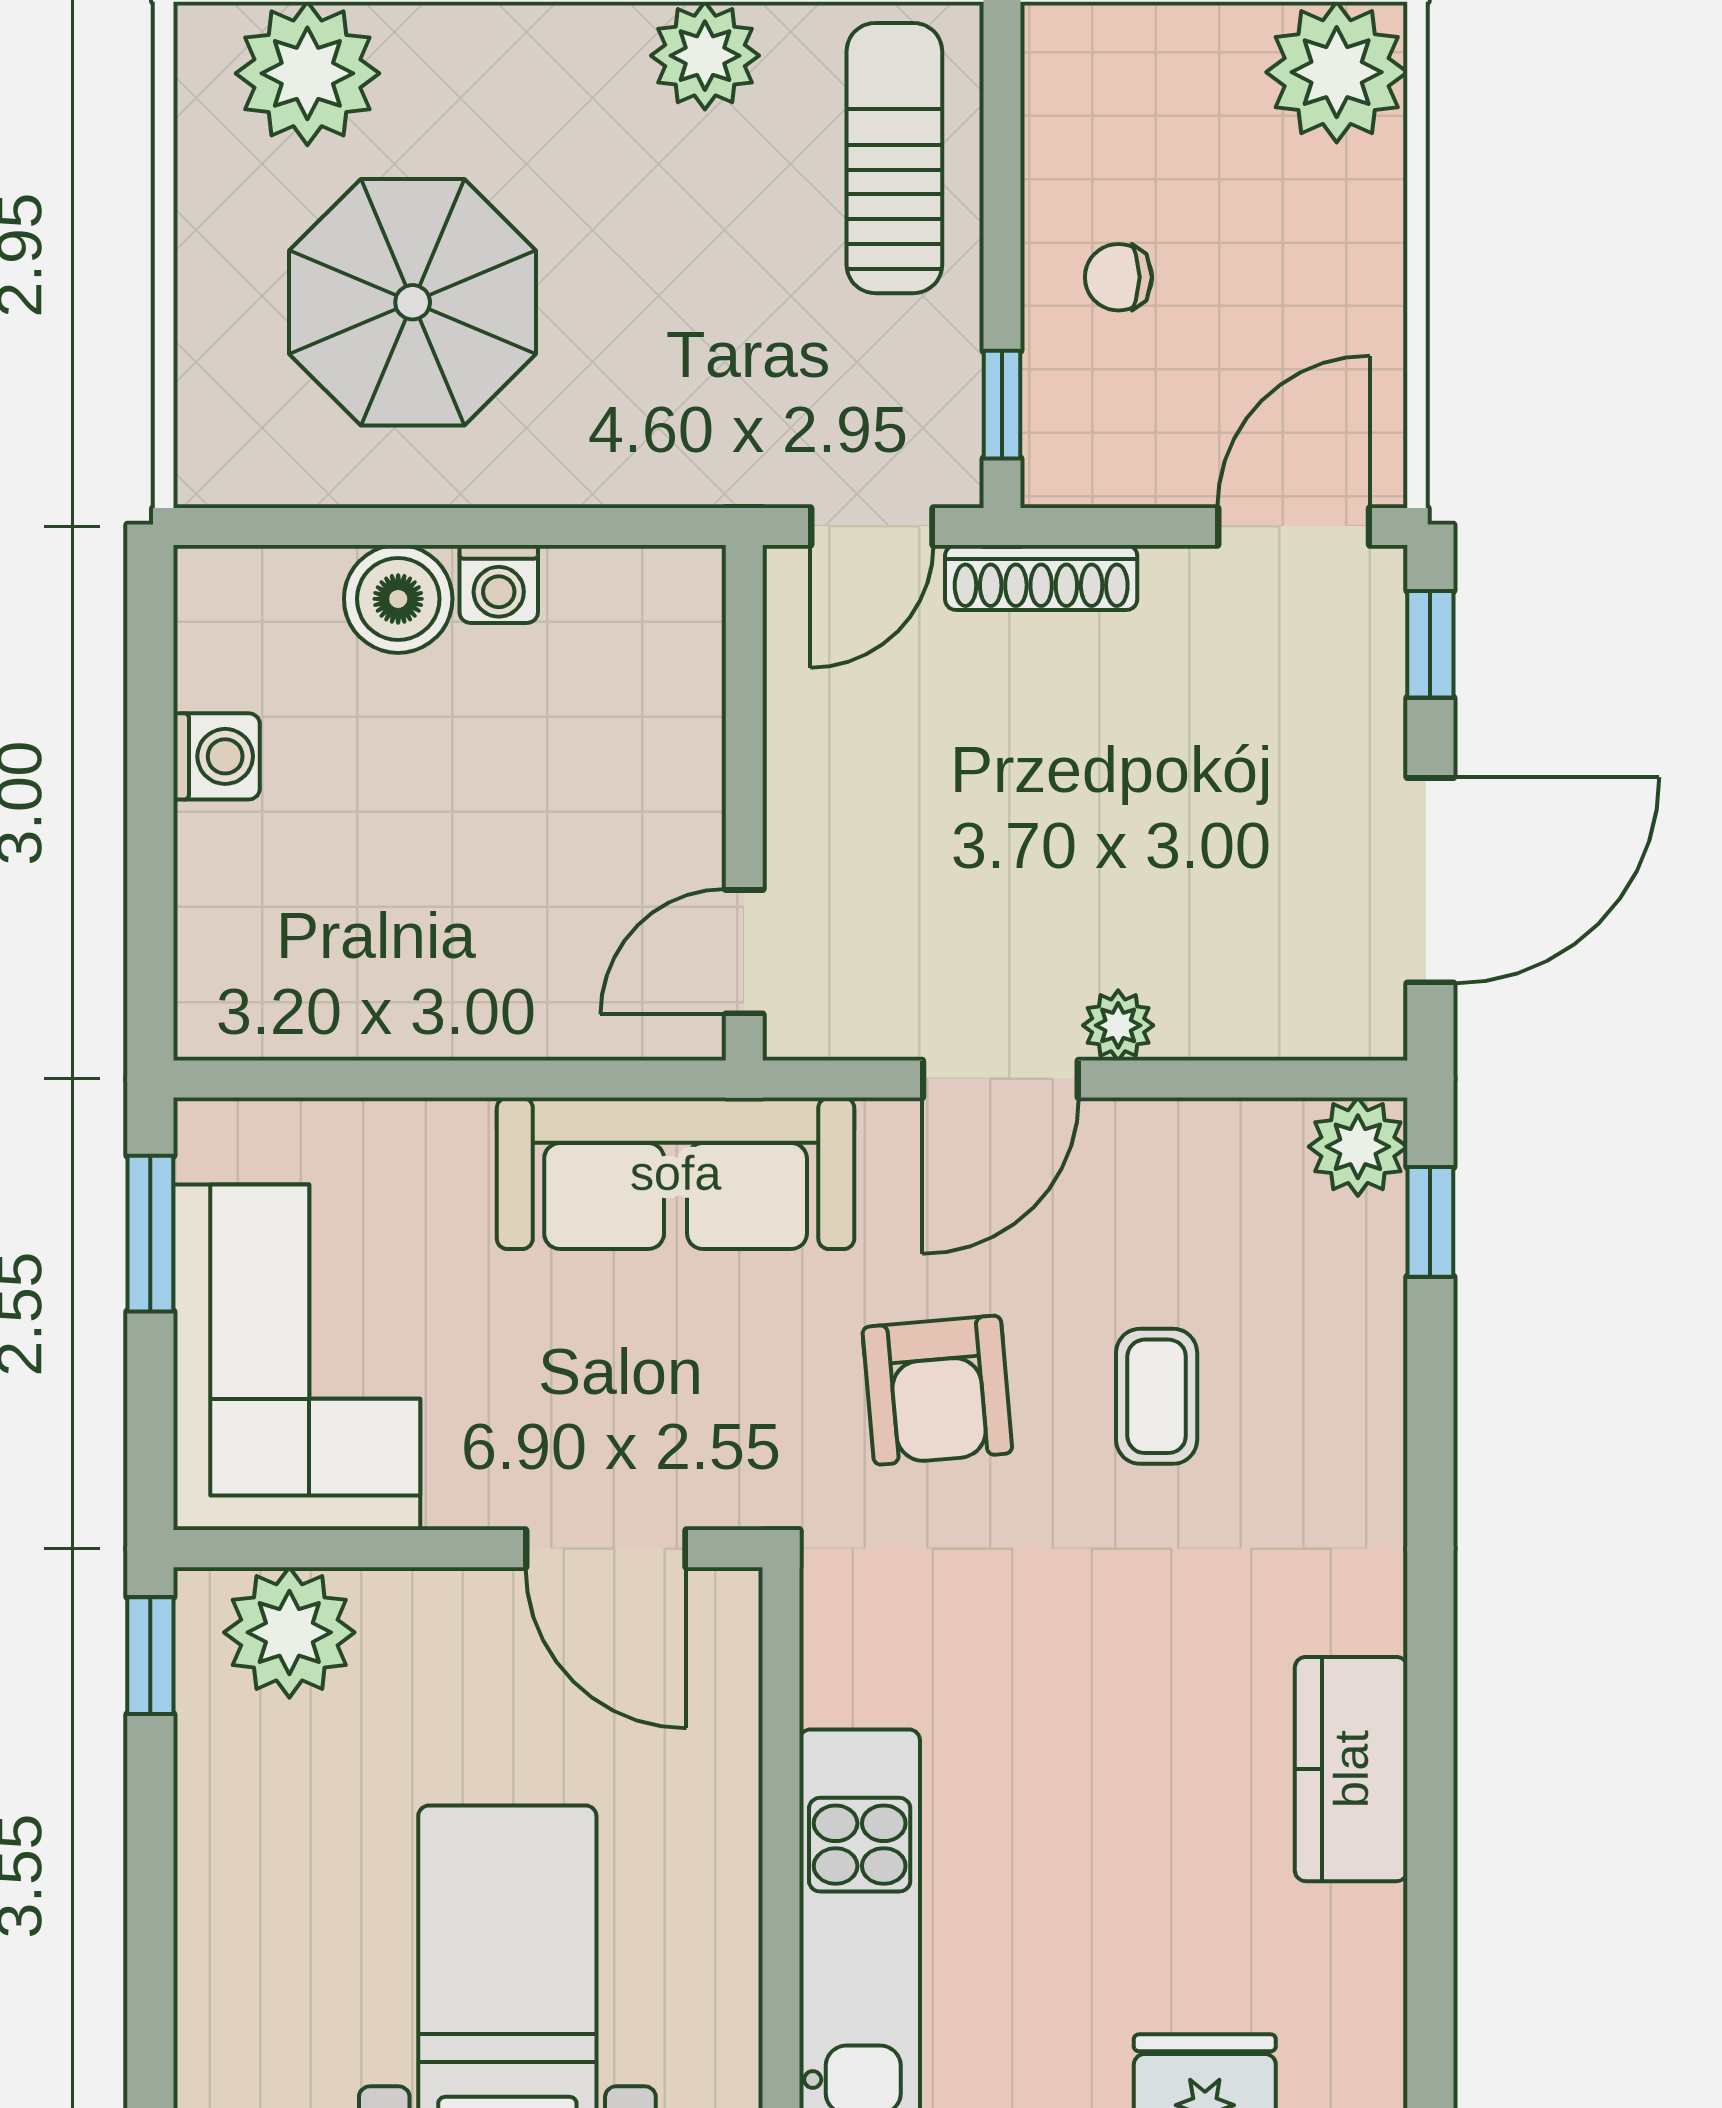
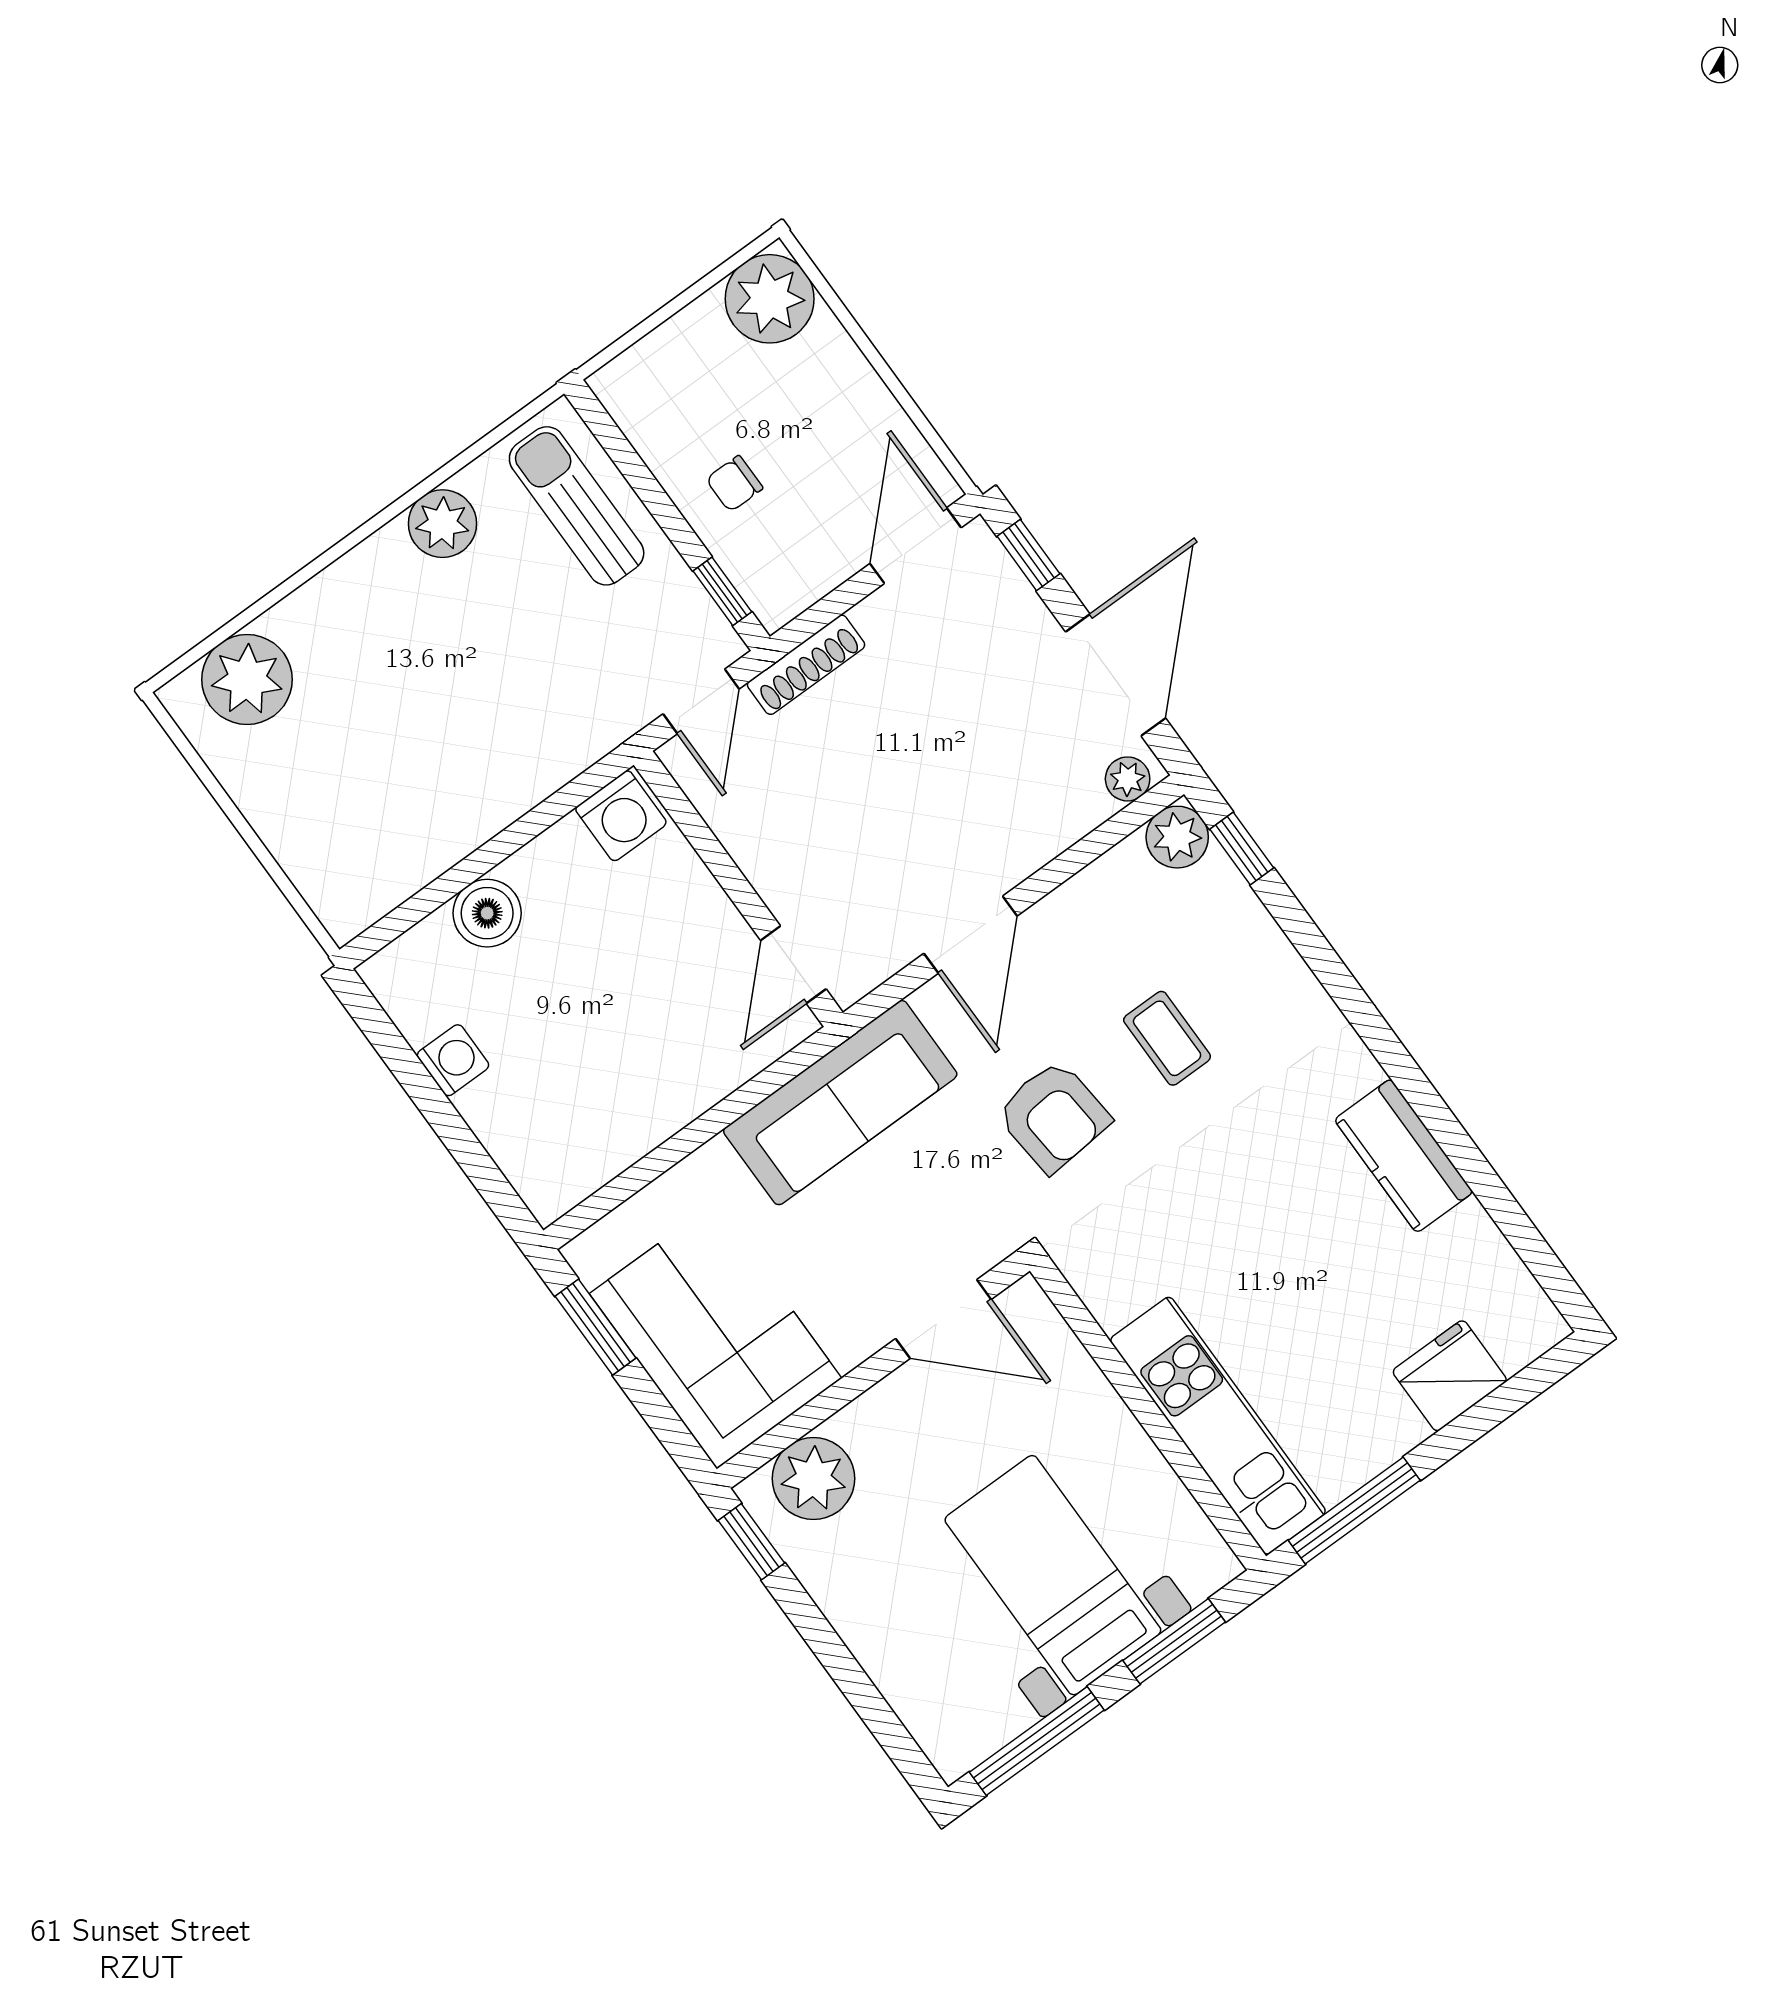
parasol: (413, 302) -> (385, 757), removed
washing machine: (499, 584) -> (621, 816), moved, width x1.38, depth x1.38
plant: (1118, 1025) -> (1128, 779), moved

